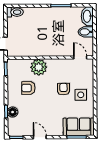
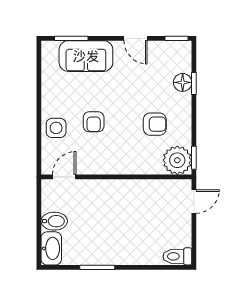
door: (80, 57) -> (64, 177), swing flipped
plant: (39, 67) -> (177, 160), moved
side table: (81, 95) -> (56, 128), moved
sofa: (79, 127) -> (86, 56), moved

